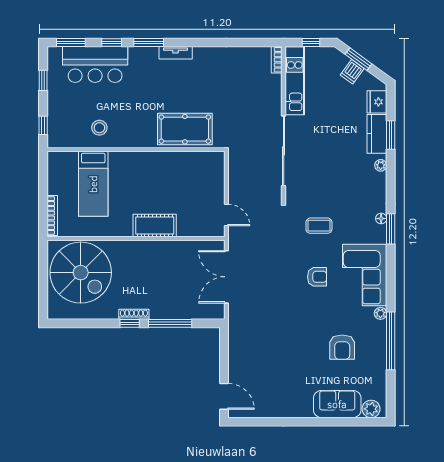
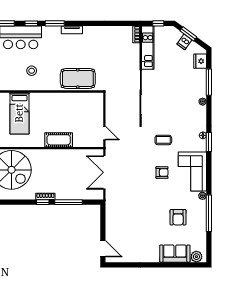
stool: (99, 128) -> (32, 71), moved
kitchen counter: (377, 134) -> (200, 82), removed
window: (391, 135) -> (209, 82), width x1.44

